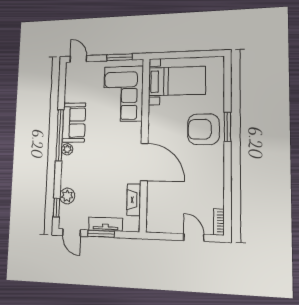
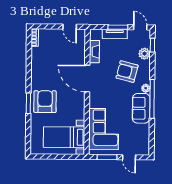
door: (78, 59) -> (129, 157), moved
armchair: (203, 129) -> (45, 102), turned -90
armchair: (91, 172) -> (127, 72), added
door: (194, 238) -> (70, 27), moved

